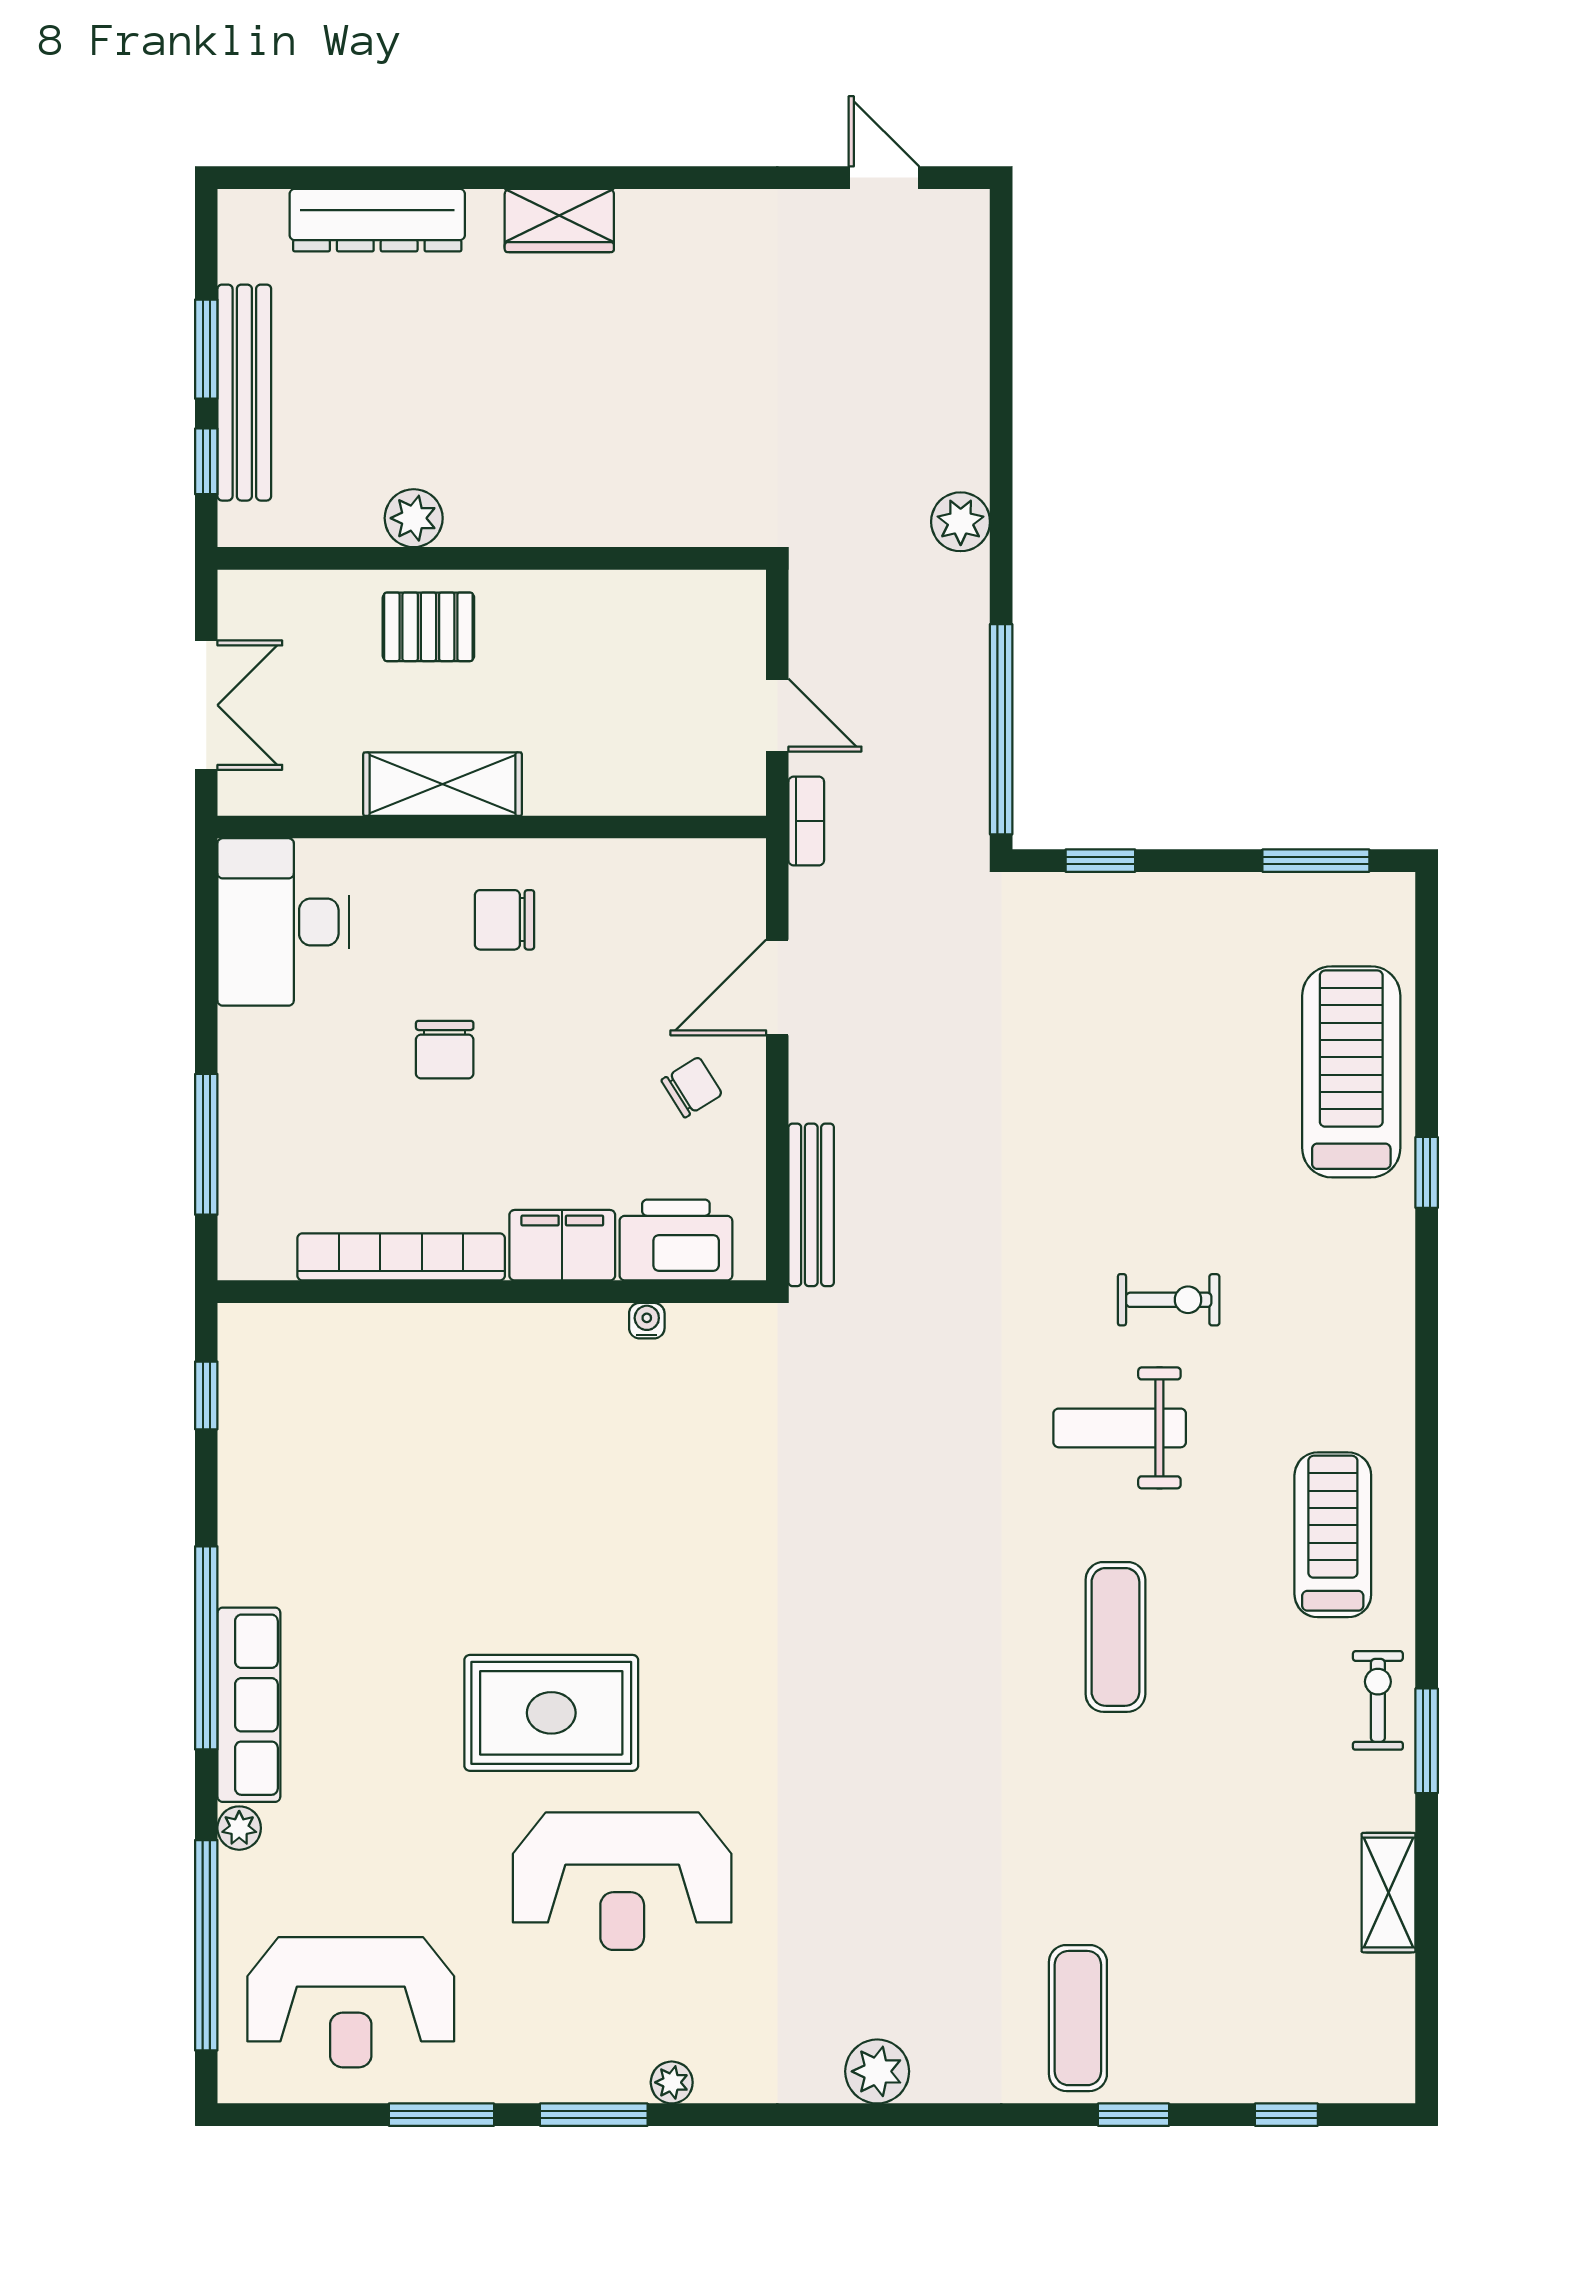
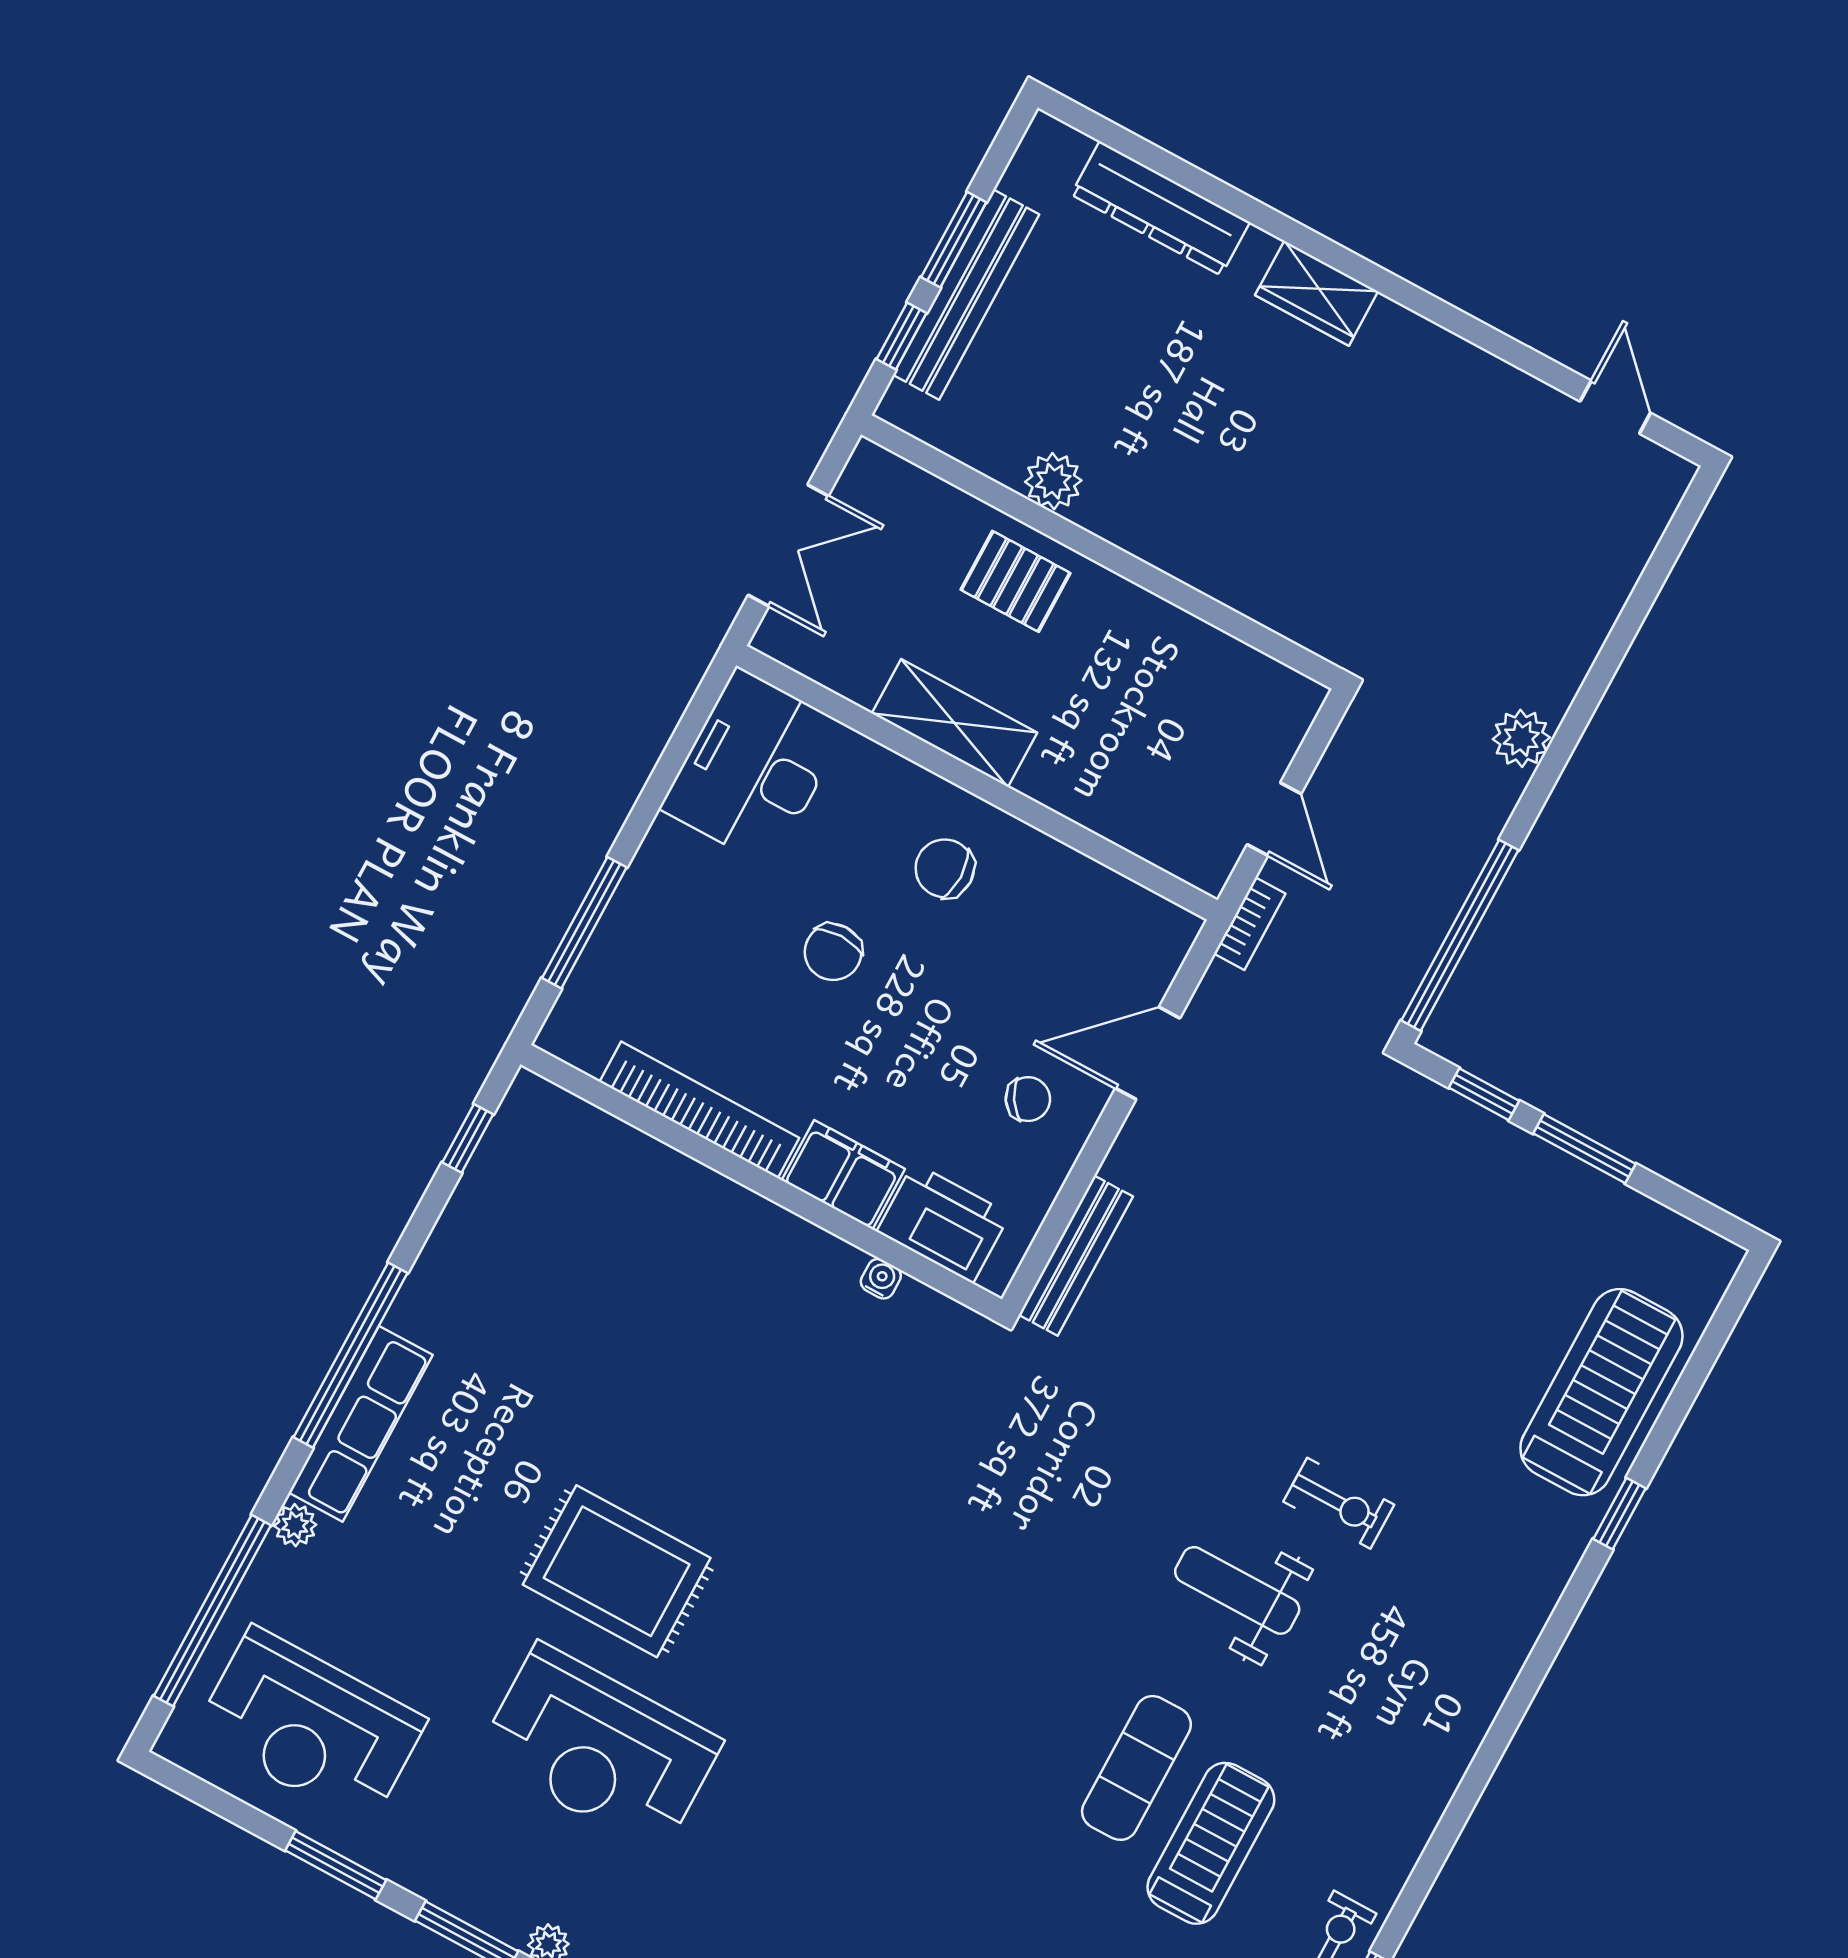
window: (1316, 861) -> (1585, 1149), moved
treadmill: (1333, 1535) -> (1211, 1843), moved

